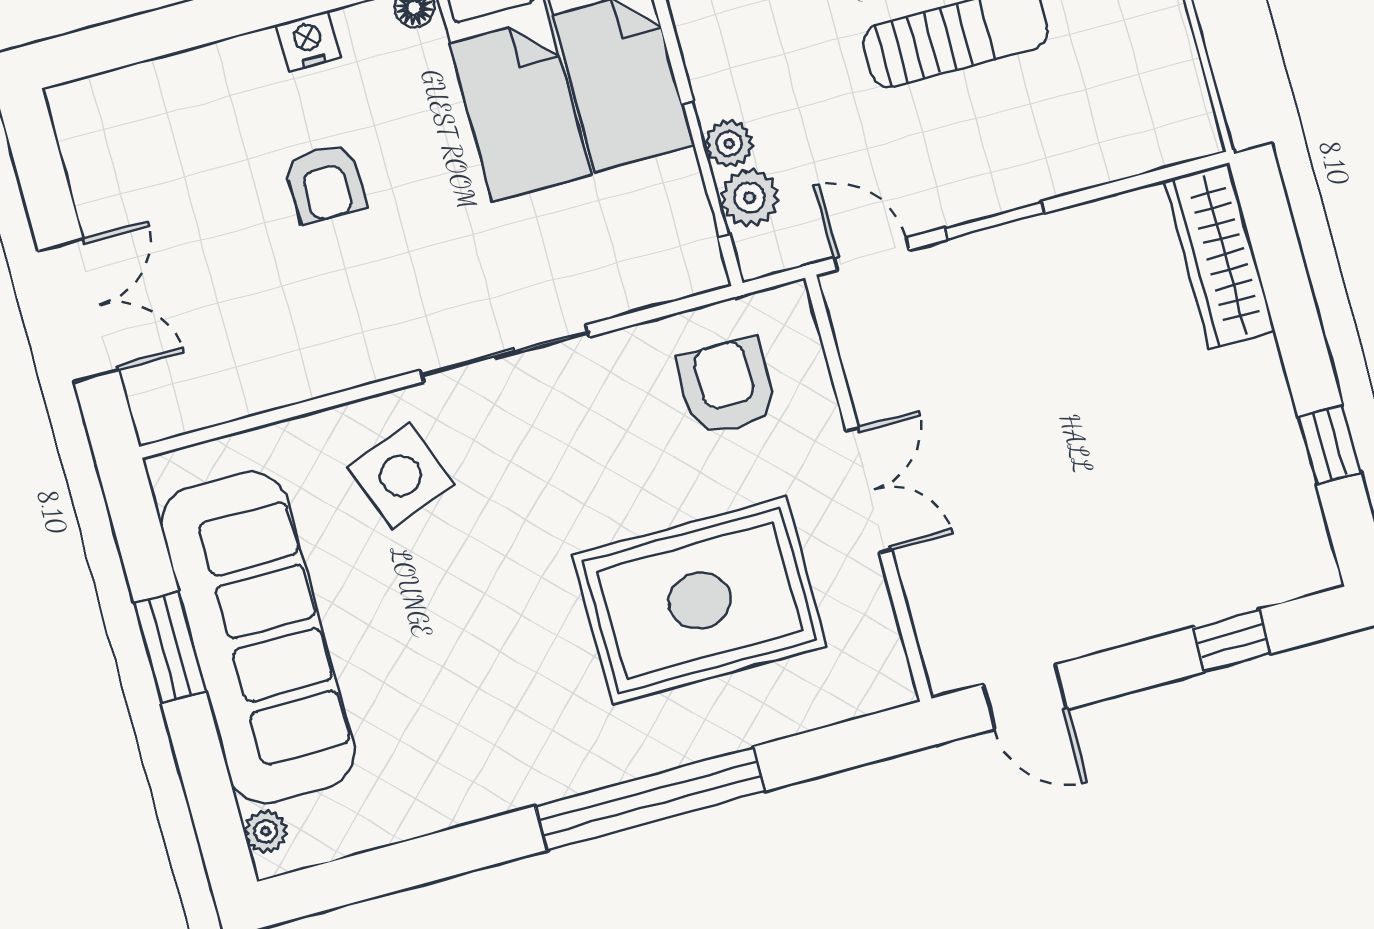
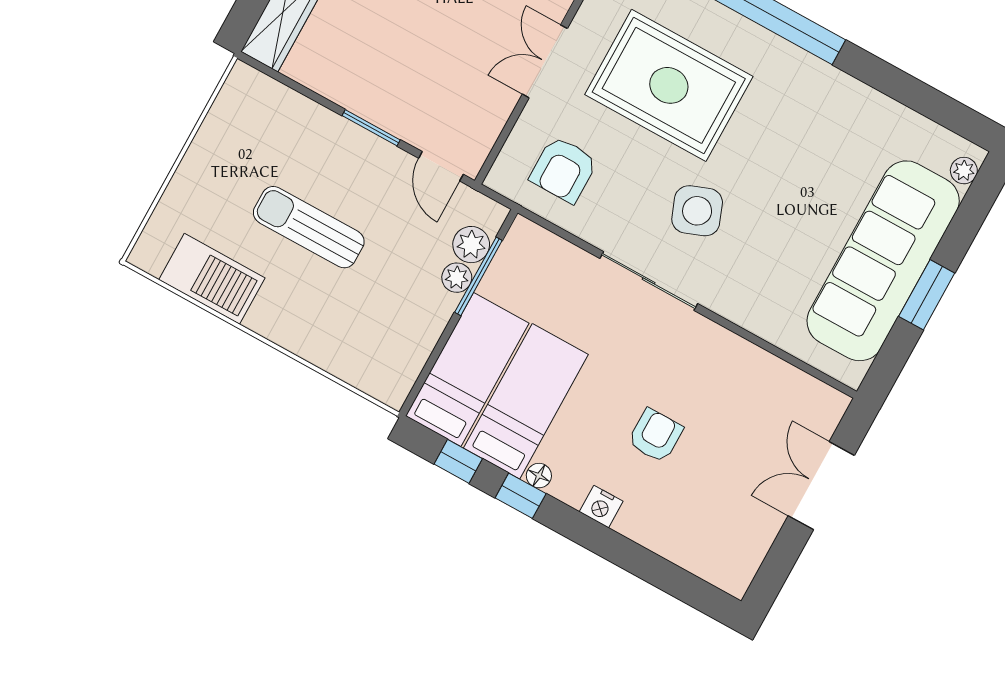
side table: (401, 476) -> (697, 211), moved

